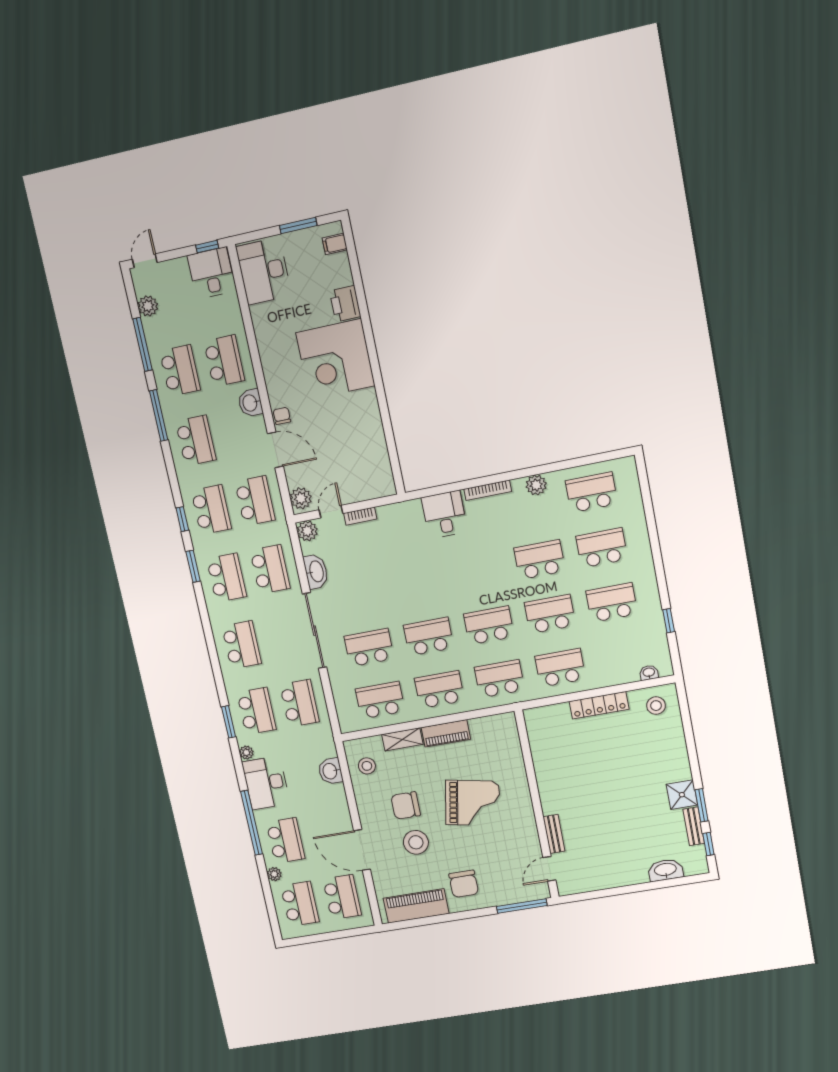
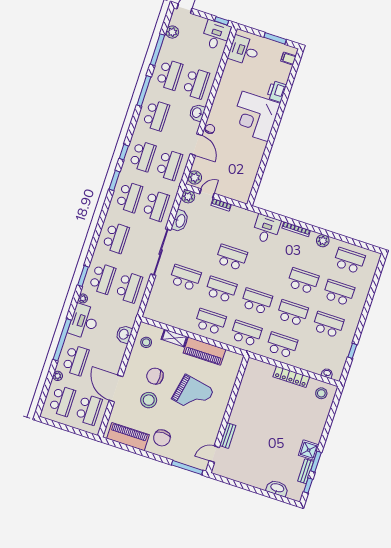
desk: (264, 271) -> (244, 50), width x0.73
school desk: (380, 700) -> (231, 257), moved
piano: (446, 733) -> (204, 351), width x1.37, depth x1.33

